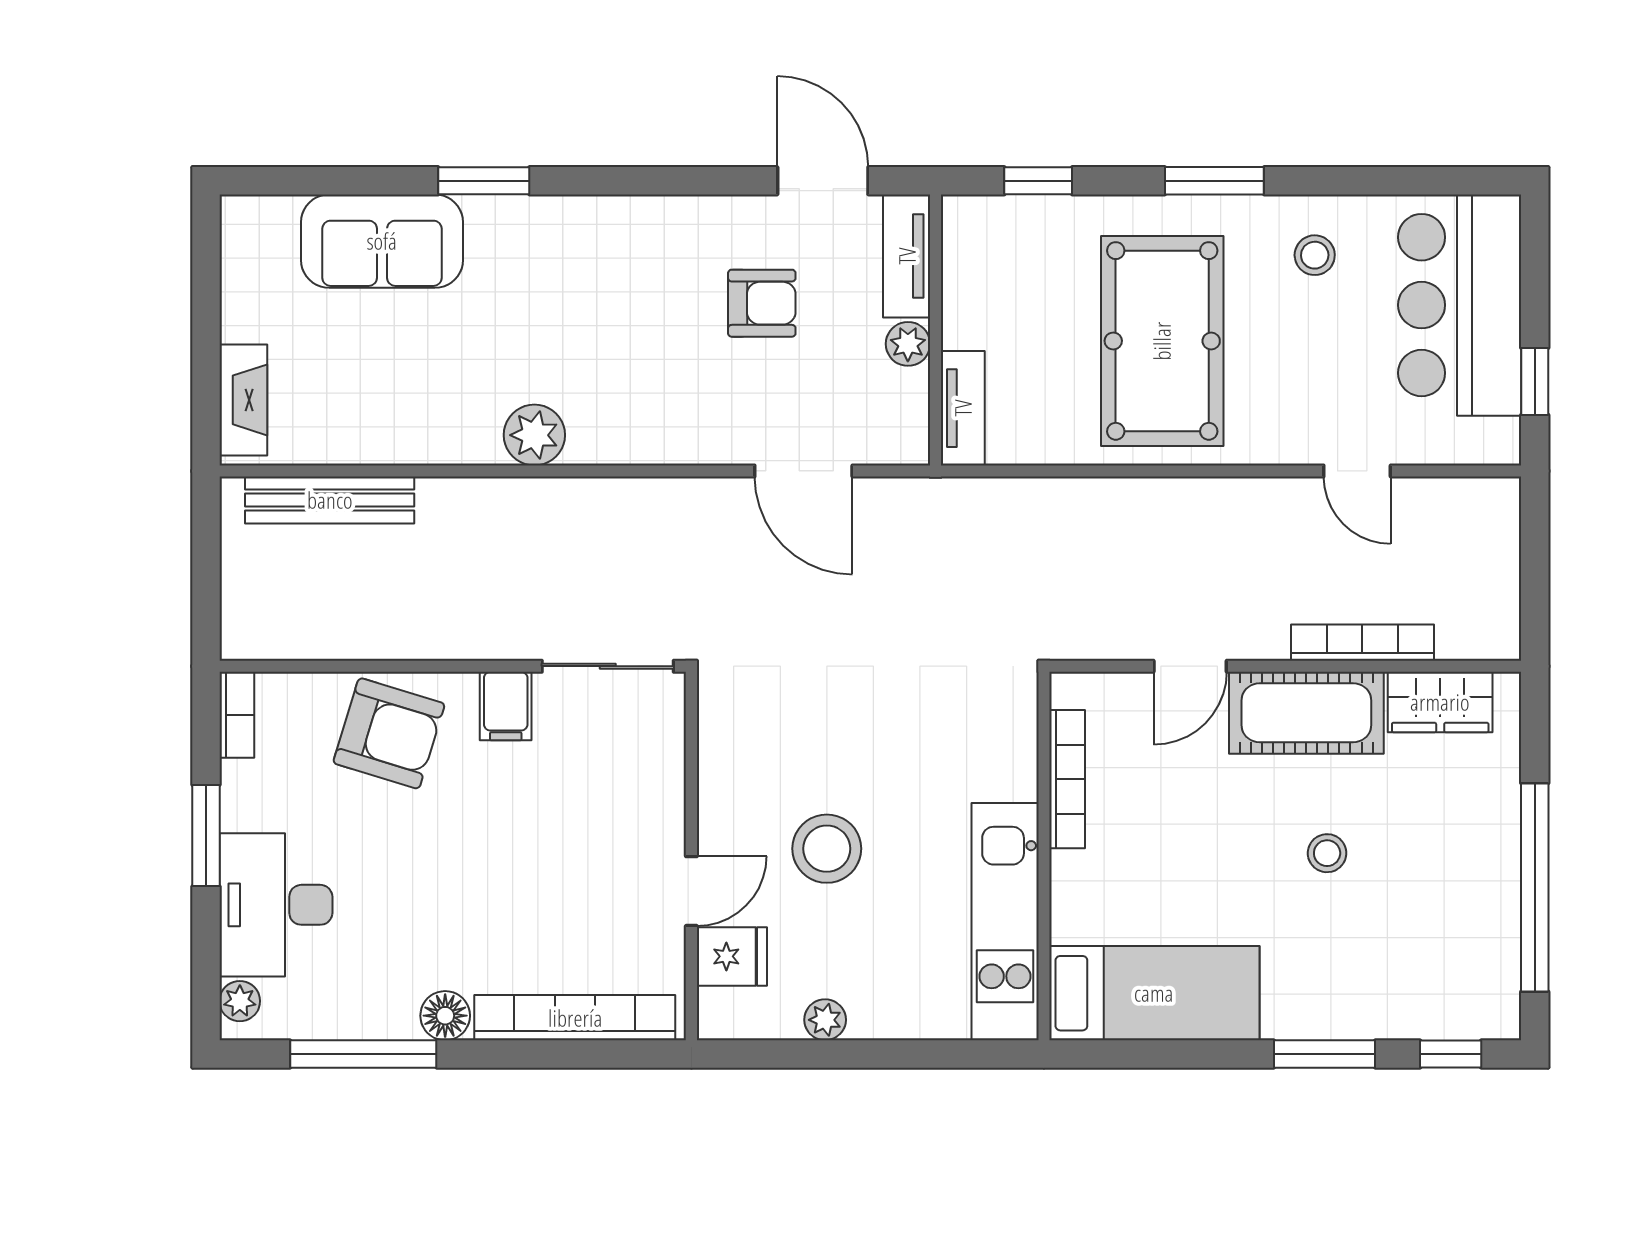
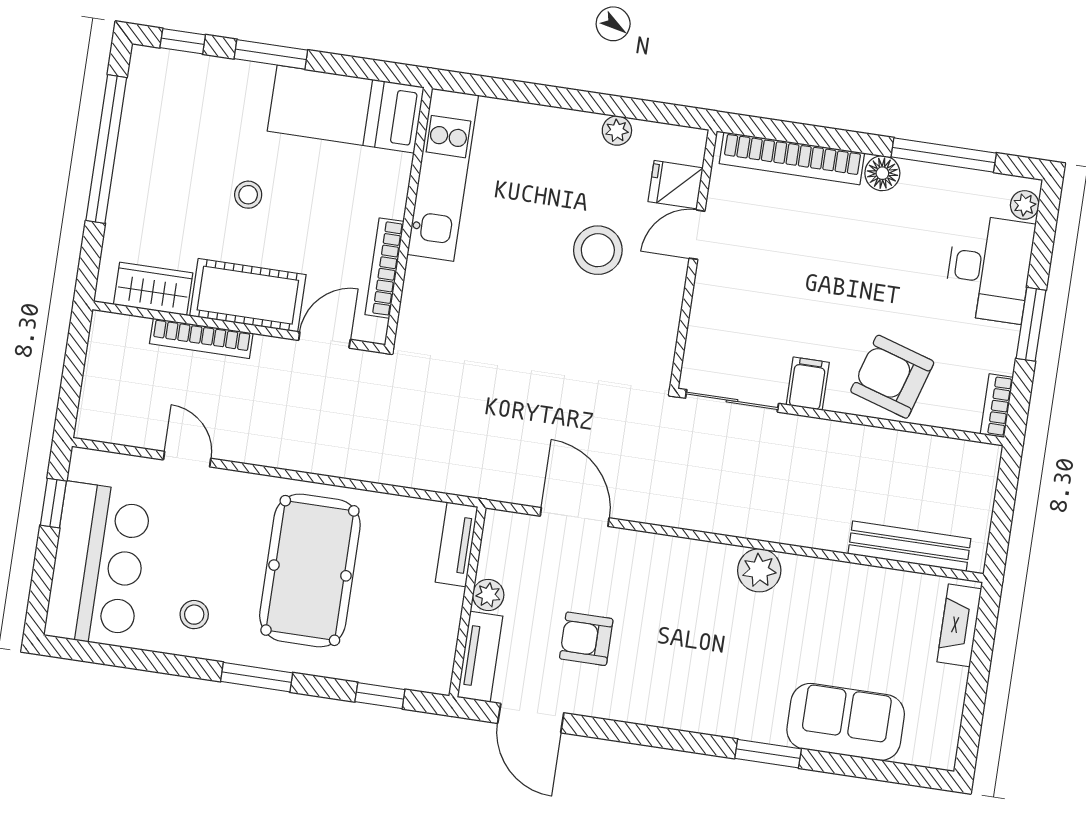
bookcase: (1067, 779) -> (384, 268), moved
wall: (1044, 856) -> (409, 217), moved
kitchen unit: (1005, 922) -> (443, 175), moved
bed: (1154, 993) -> (346, 109), moved

